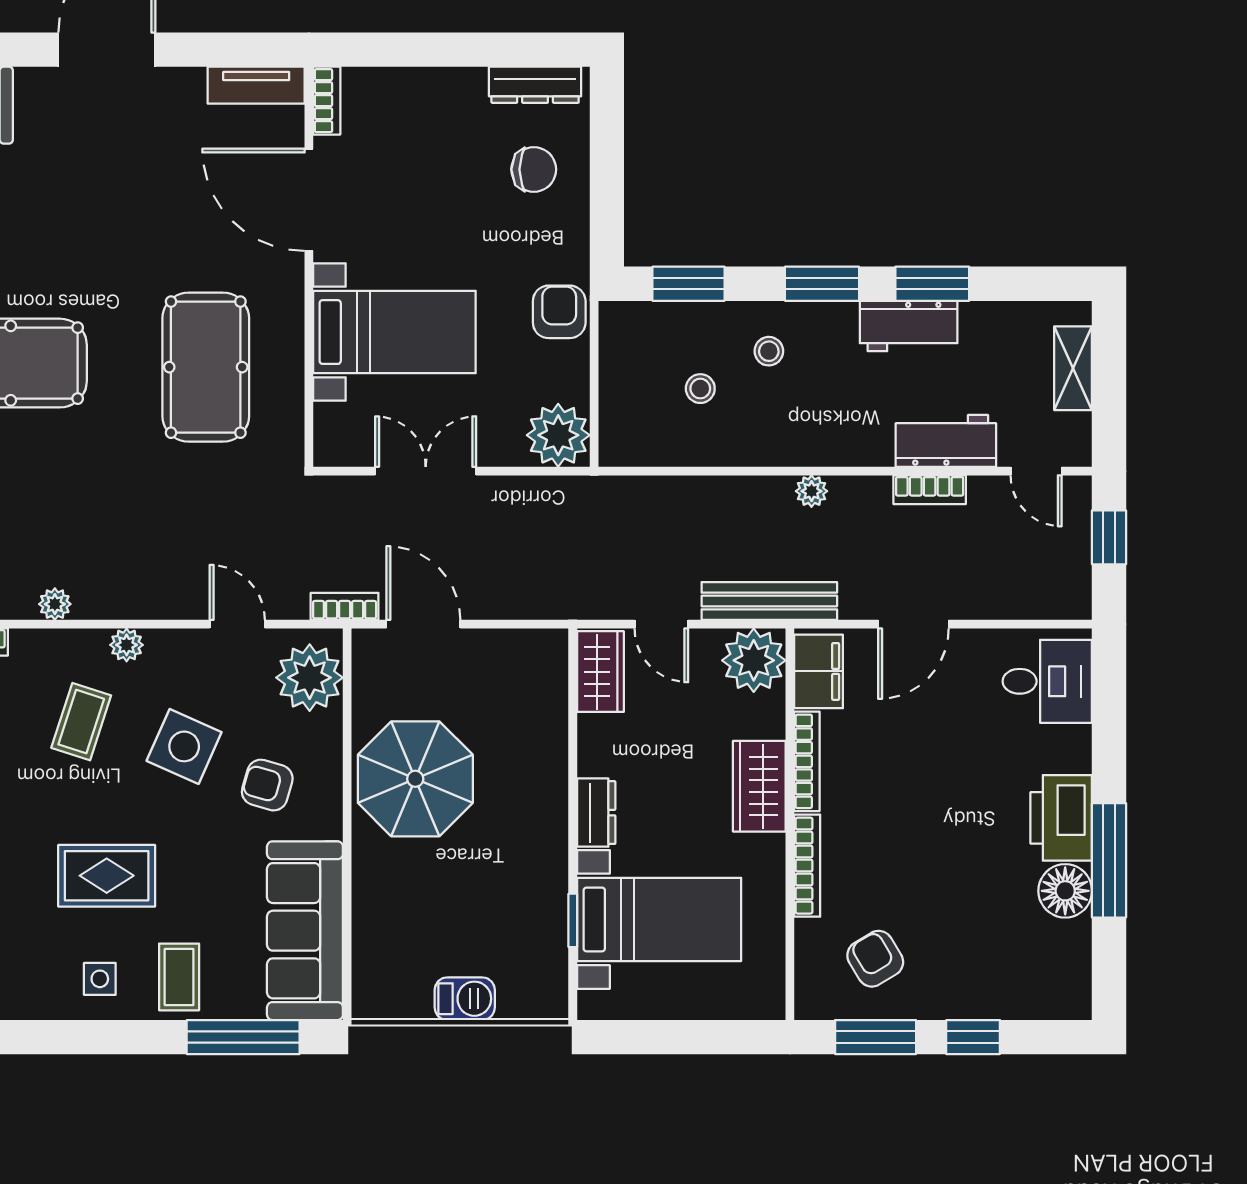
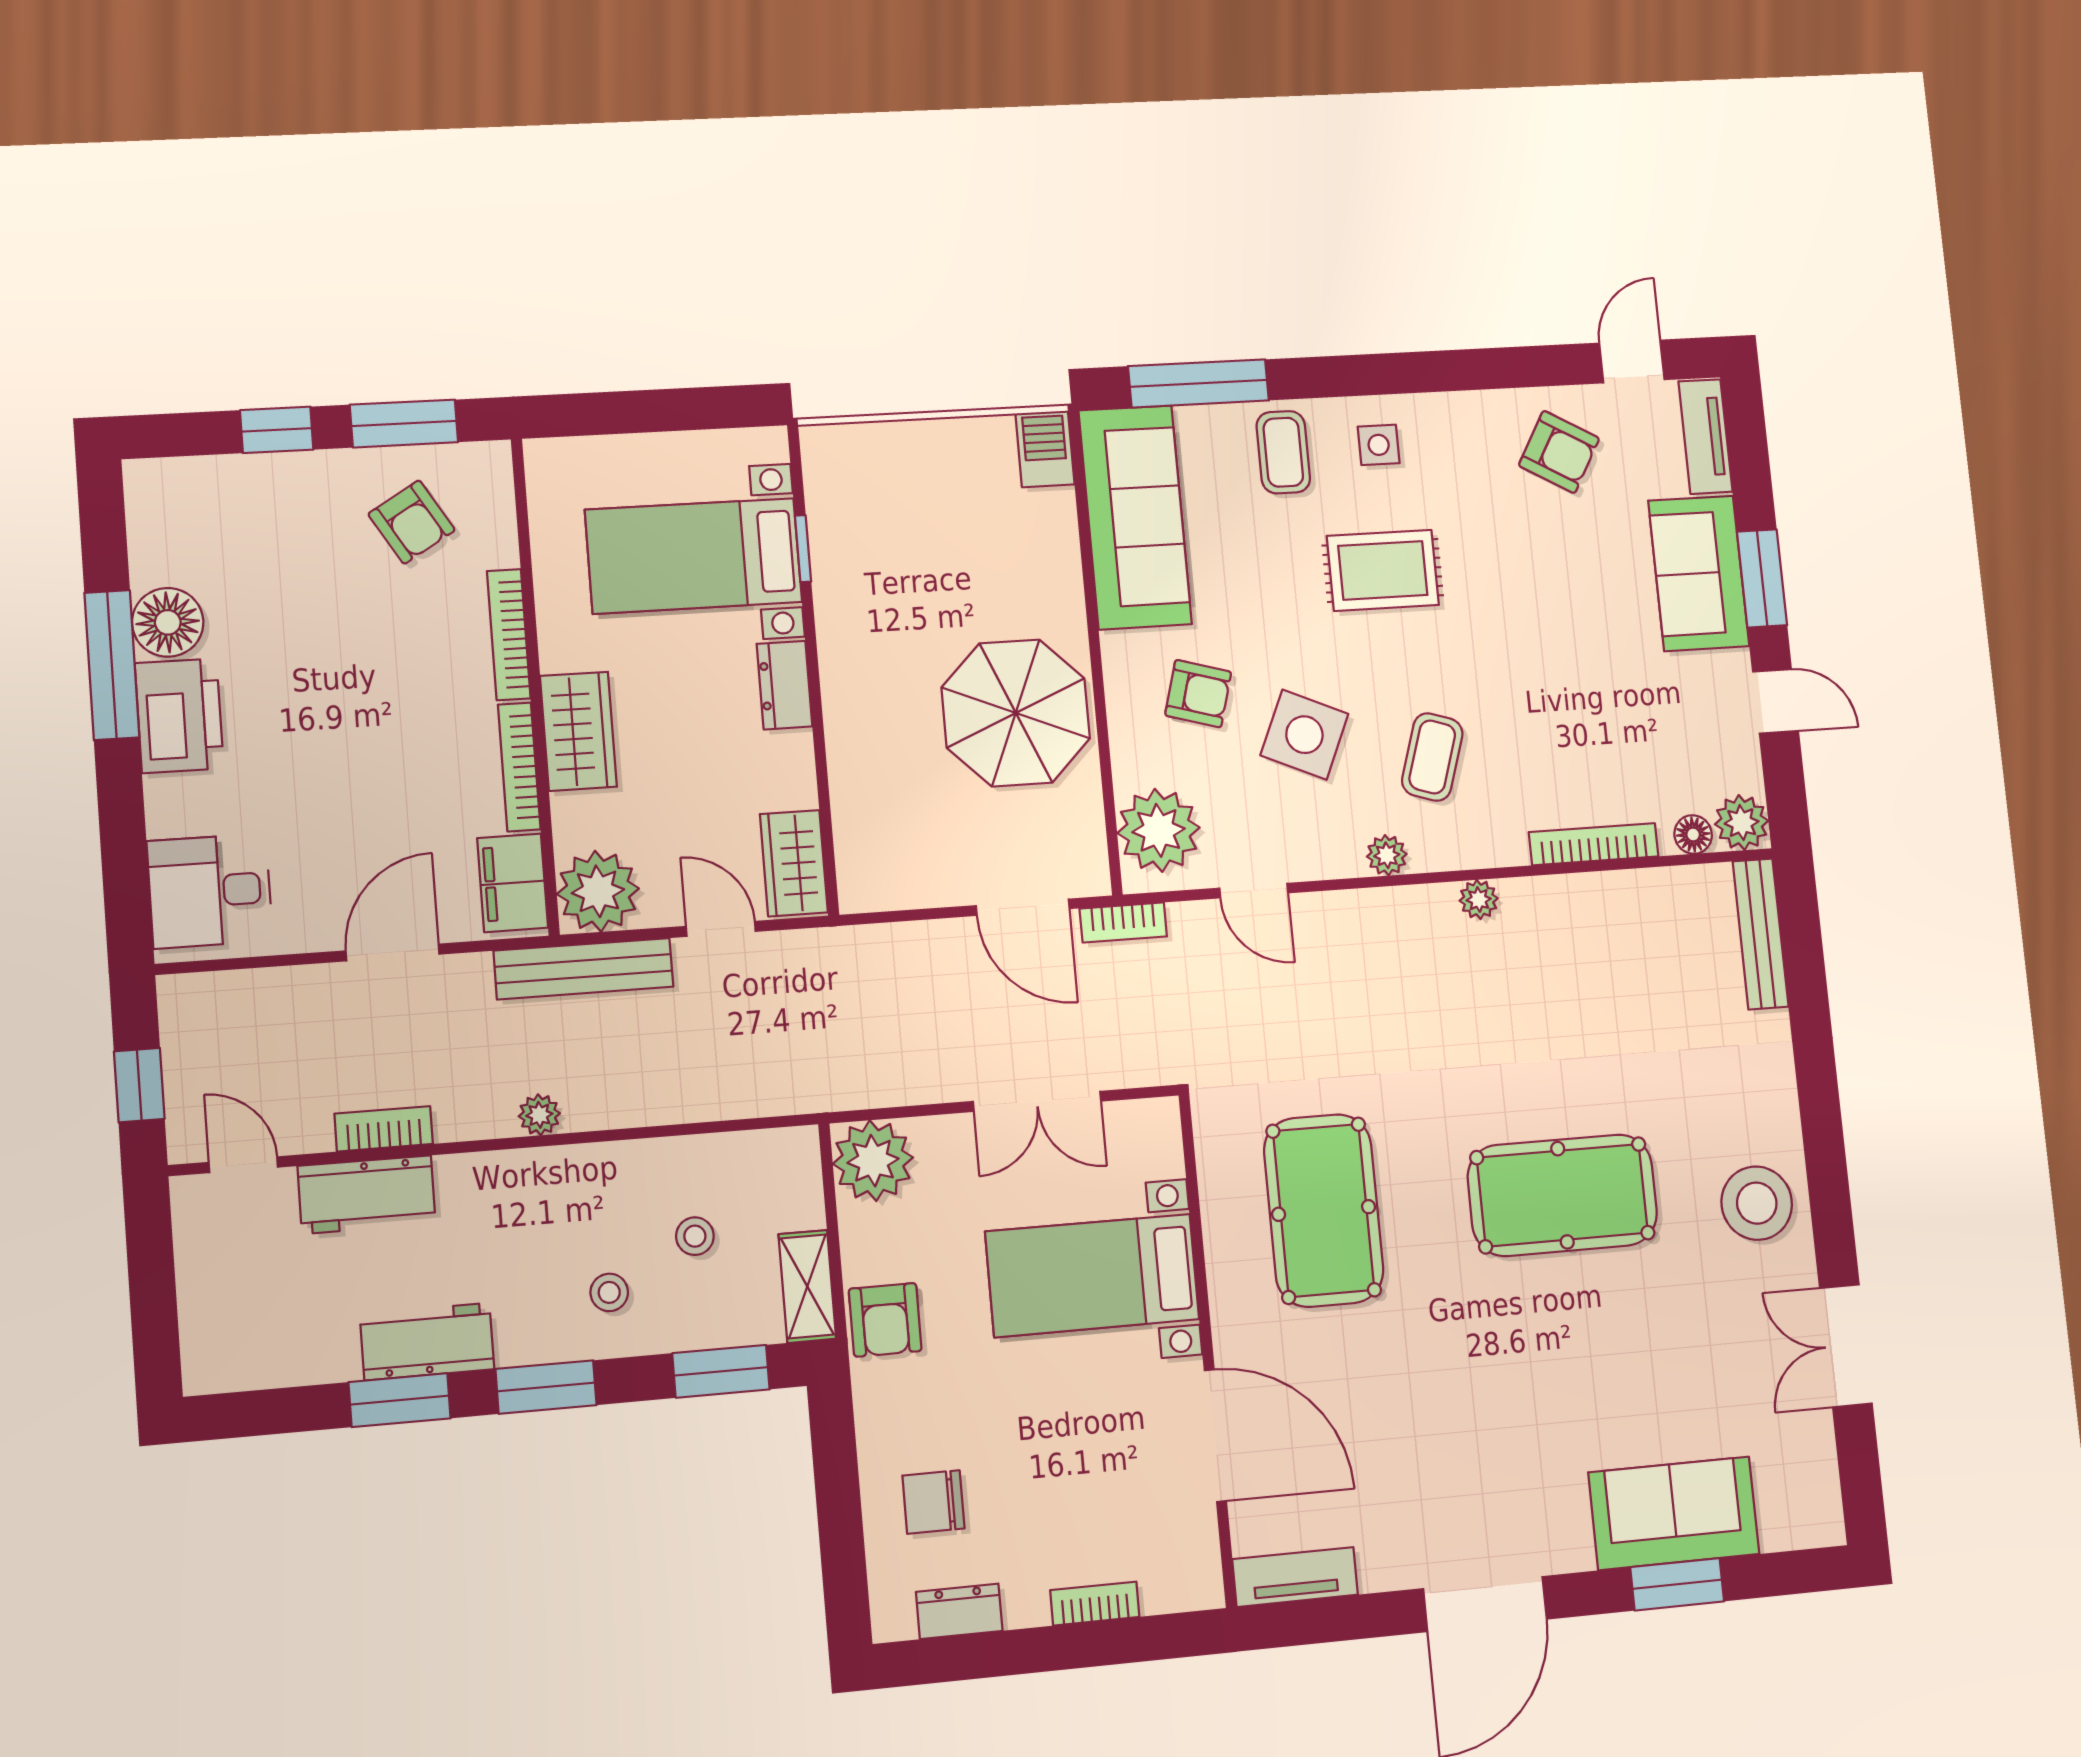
dresser: (535, 85) -> (959, 1611), width x0.70
bookcase: (327, 101) -> (1095, 1604), moved, turned 90
shelving: (1073, 368) -> (807, 1286), moved
barbecue: (465, 999) -> (1045, 449), moved, turned 90

